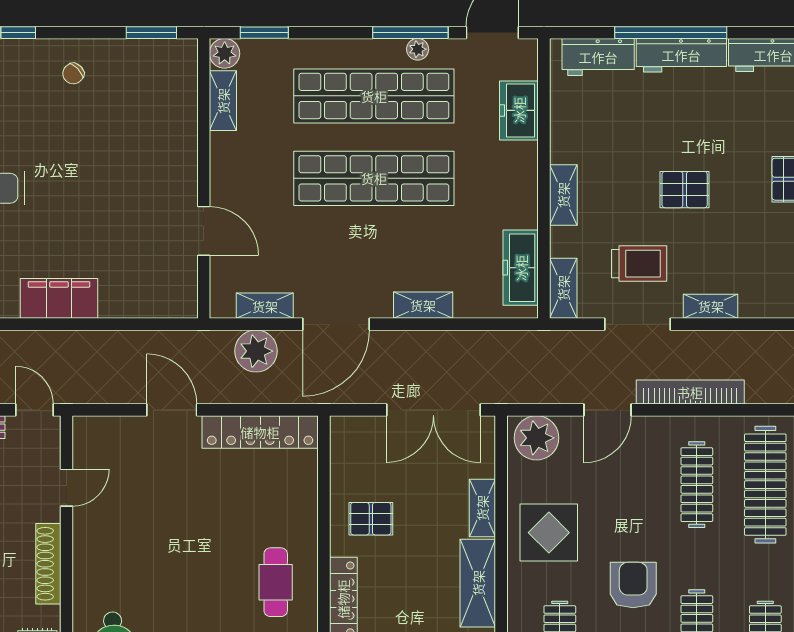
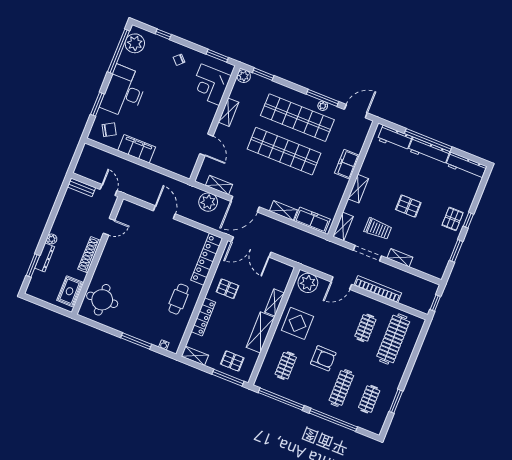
corner desk: (161, 100) -> (210, 85), added
shelving: (223, 101) -> (228, 112), moved
freezer: (519, 110) -> (347, 164), moved
freezer: (521, 268) -> (312, 220), moved, turned 90
double door: (433, 410) -> (251, 247), moved
locker: (260, 432) -> (207, 259), moved, turned 90
clothes rail: (697, 485) -> (365, 328), width x0.73
armchair: (633, 585) -> (323, 358), turned 90

